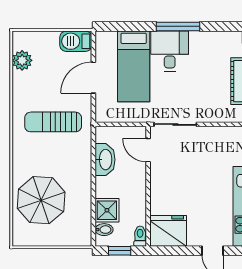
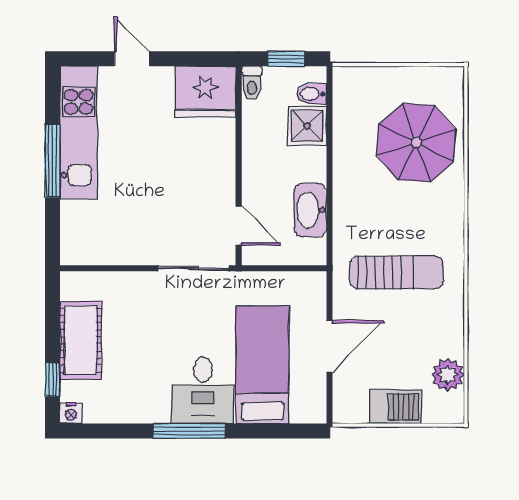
barbecue: (76, 41) -> (396, 407), moved

